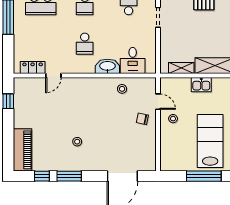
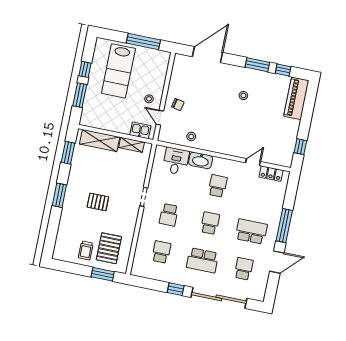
kitchen sink: (201, 85) -> (140, 130), moved
window: (204, 176) -> (143, 42), moved

